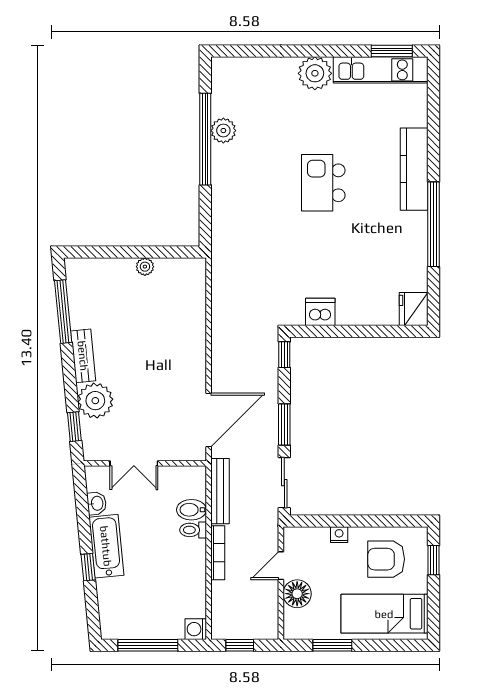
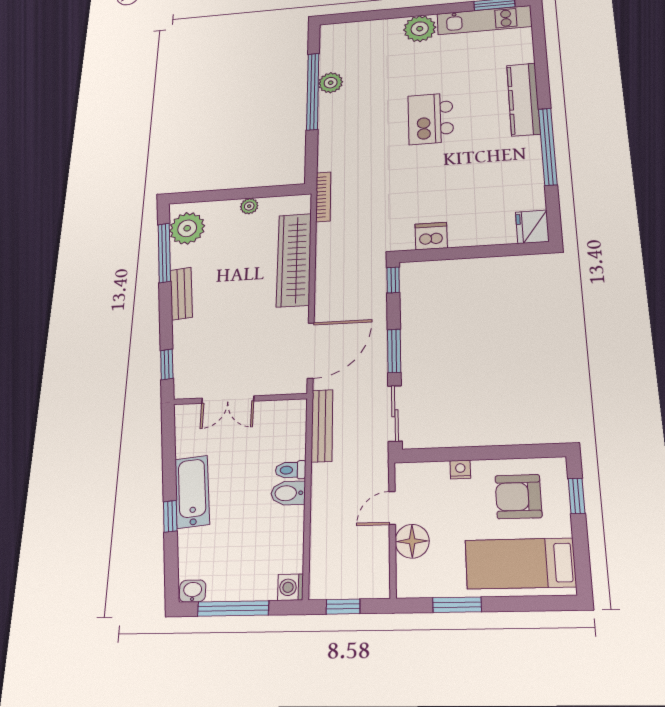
wardrobe: (191, 328) -> (294, 260), added
plant: (95, 401) -> (187, 228), moved
washbasin: (97, 503) -> (193, 591), moved, turned -84
bidet: (191, 510) -> (288, 493), moved
bookcase: (218, 553) -> (323, 197), moved

